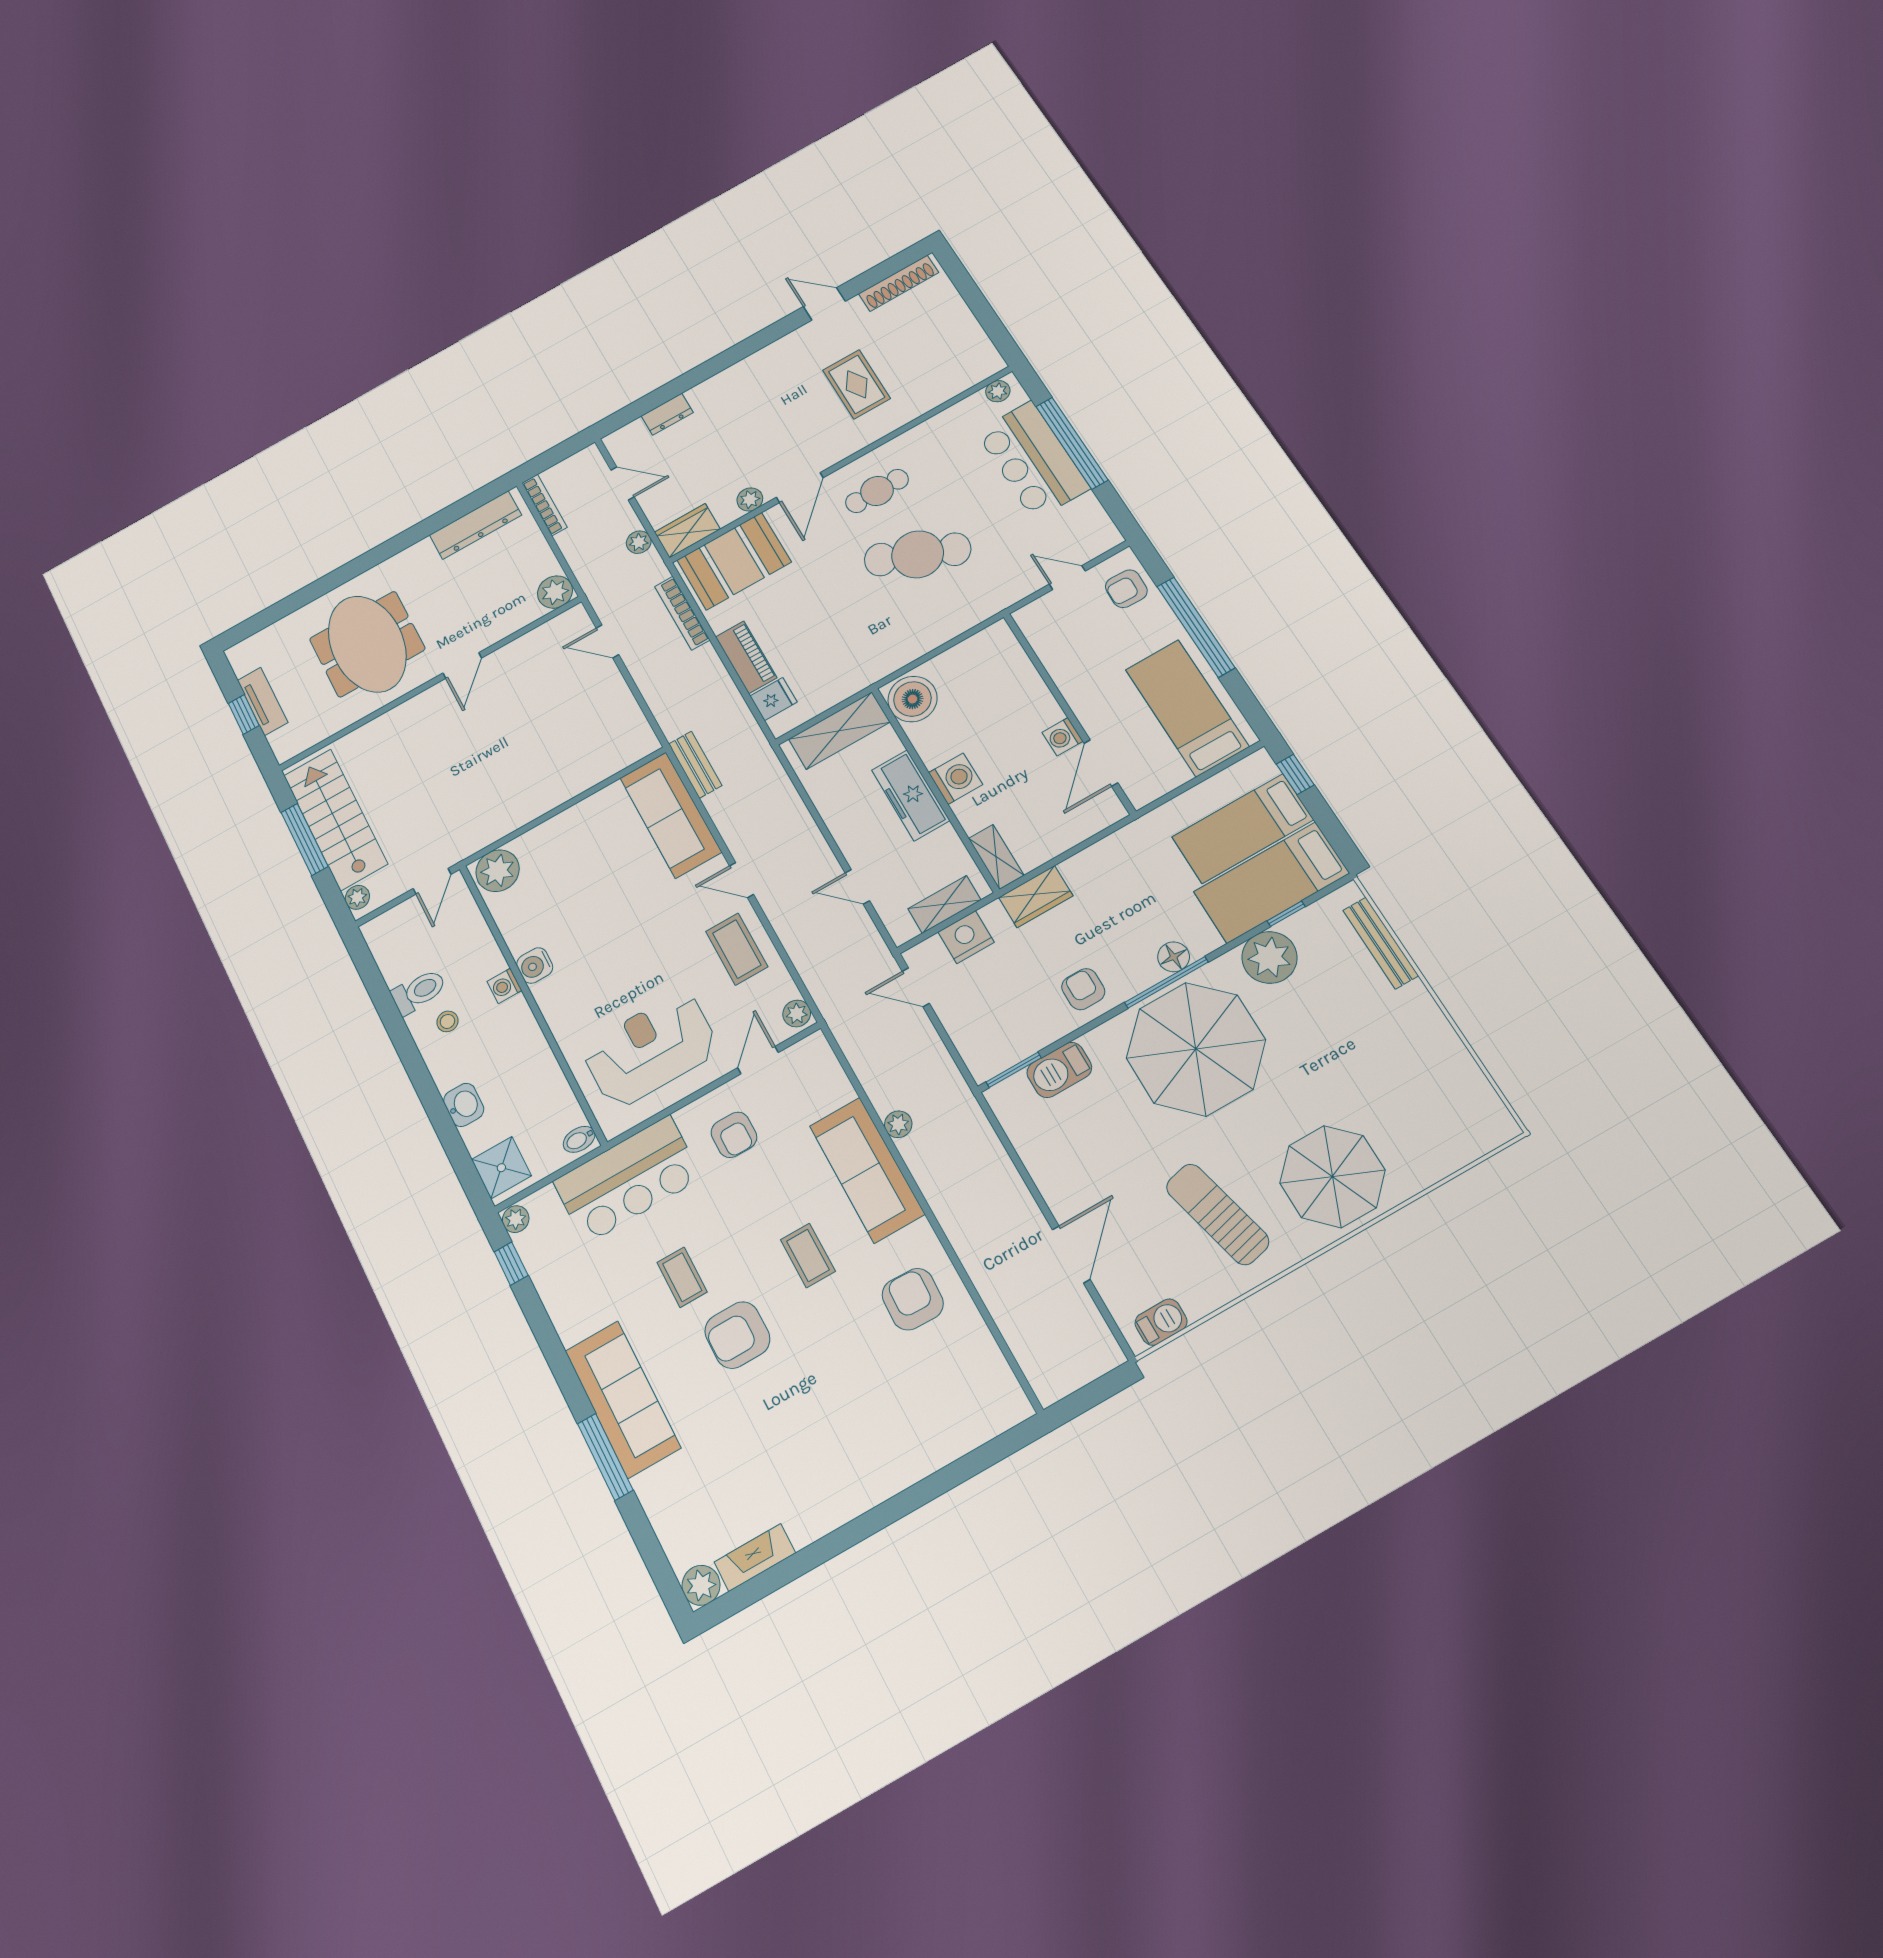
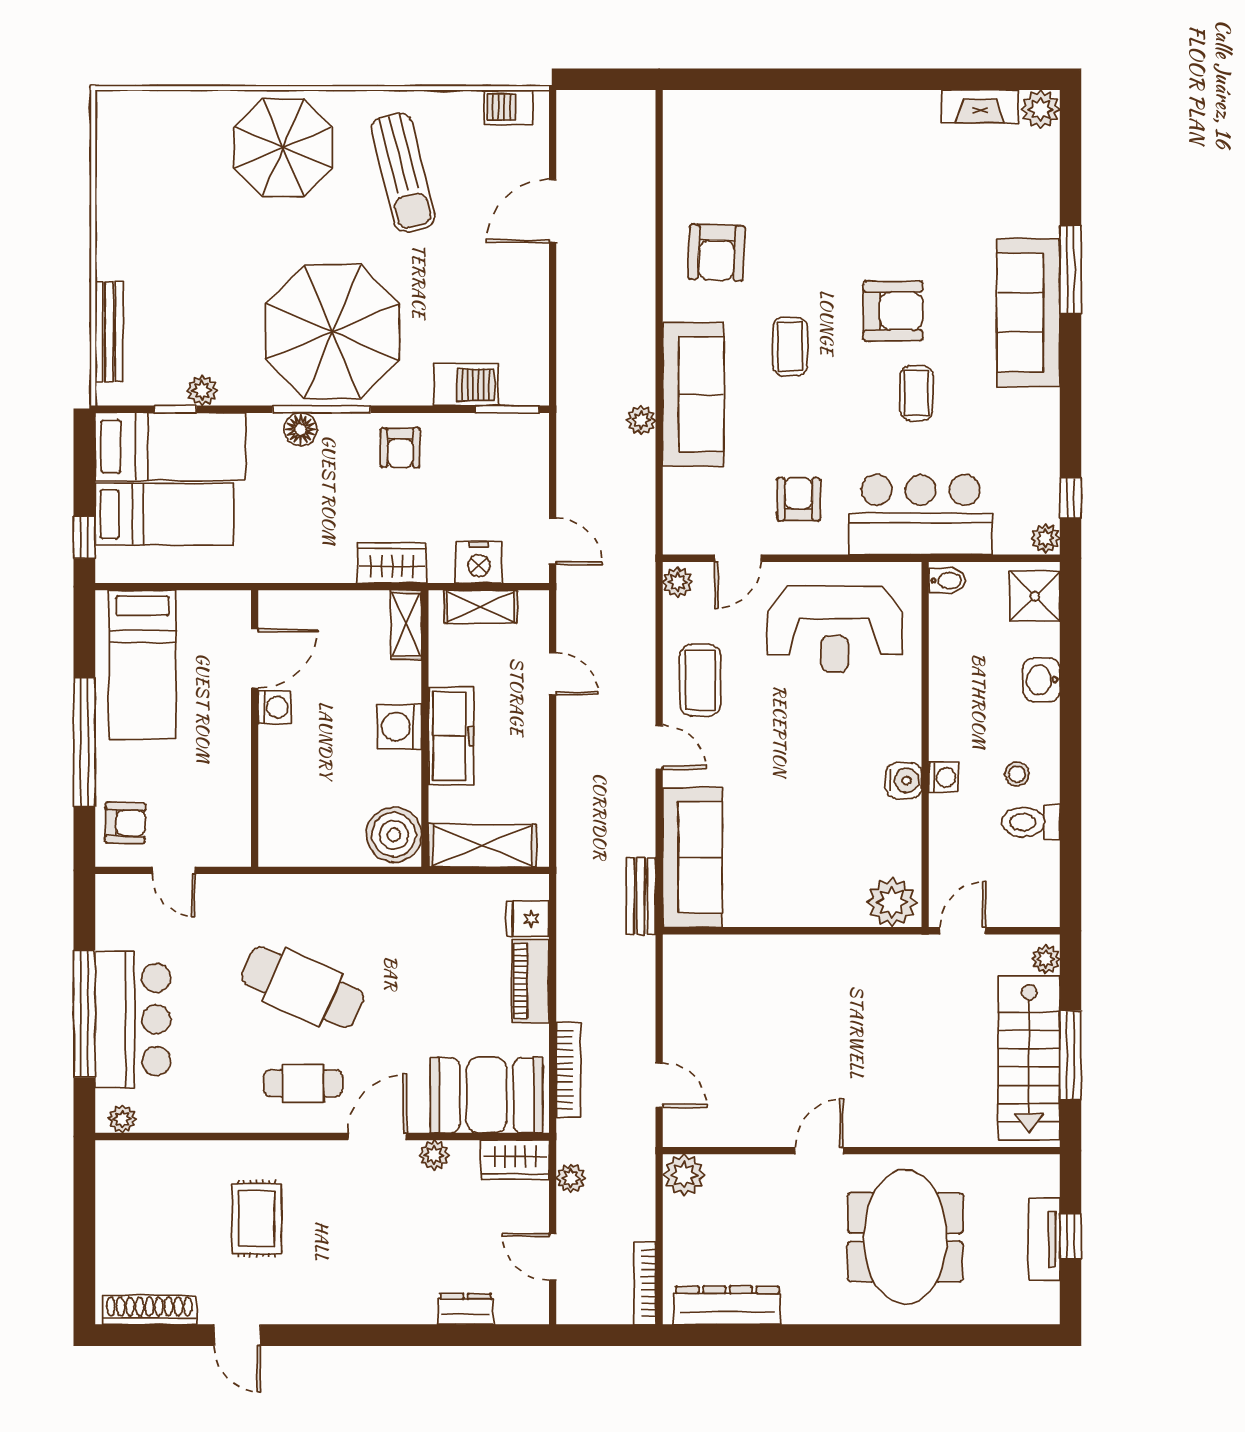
plant: (1270, 957) -> (202, 391), width x0.53, depth x0.53

